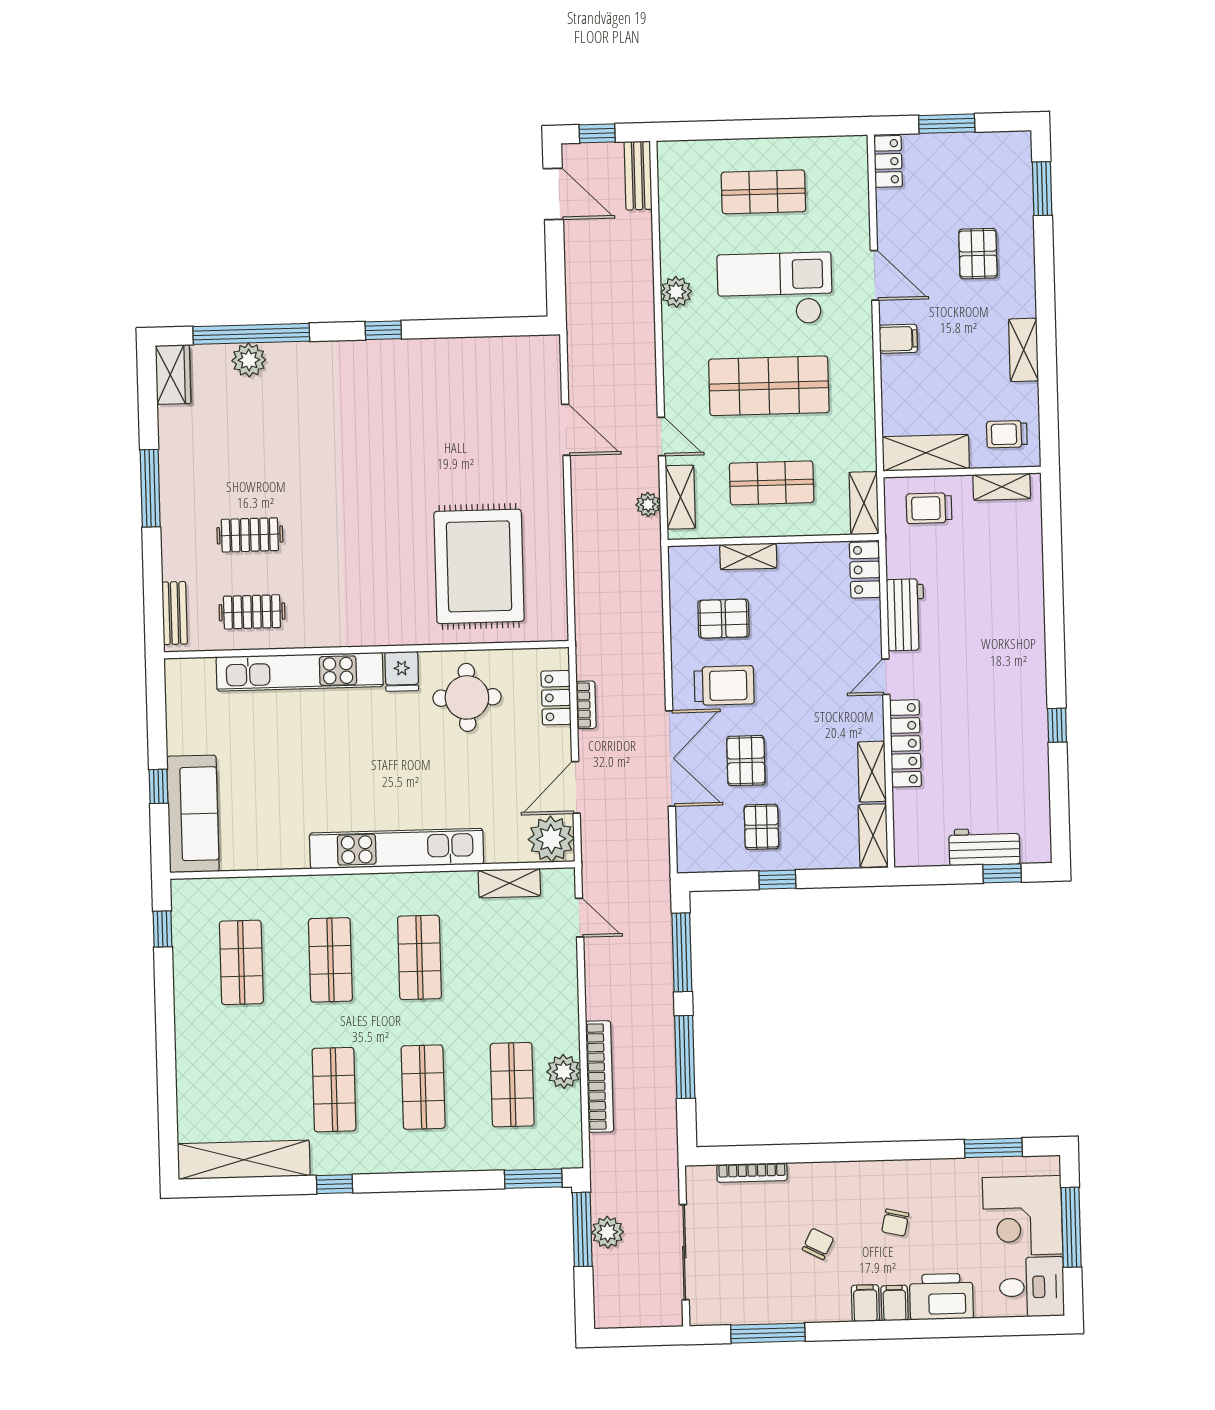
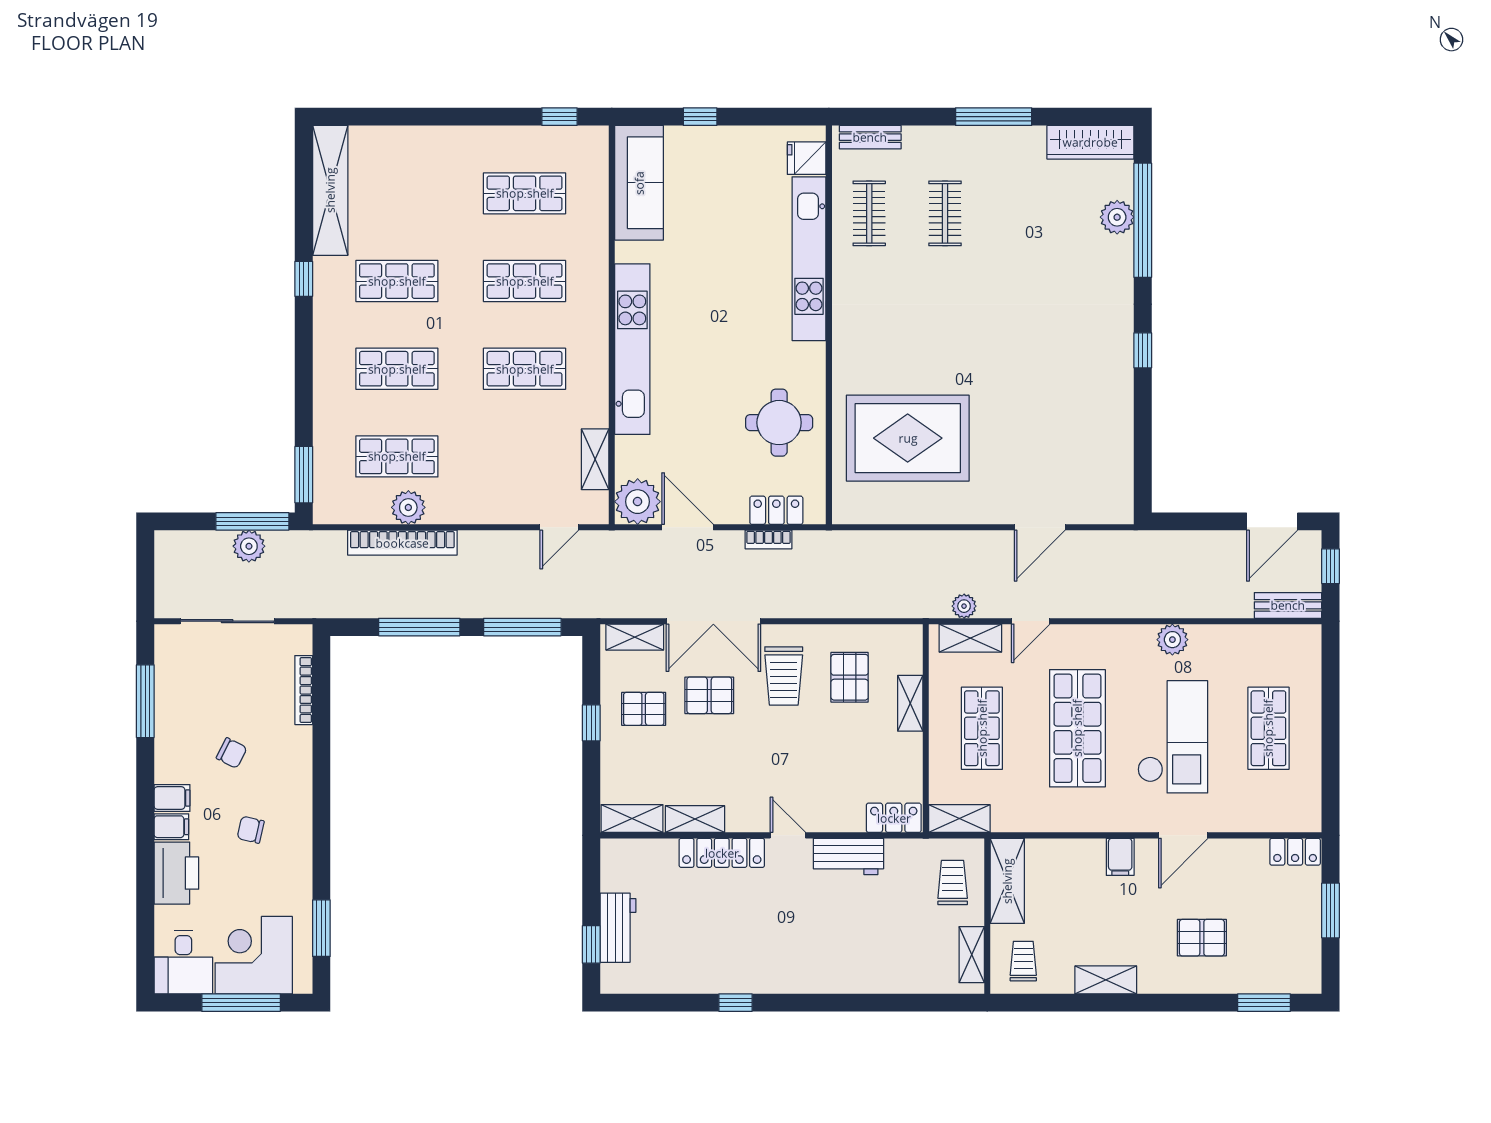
wardrobe: (173, 374) -> (1090, 142), width x1.50
fridge: (402, 671) -> (807, 158), moved
sofa: (193, 814) -> (639, 183), moved, turned -90
shelving: (689, 838) -> (635, 637), added

